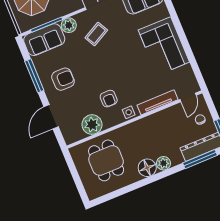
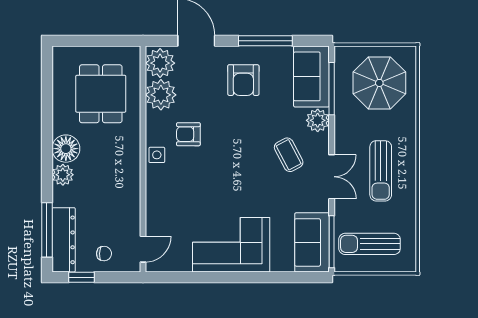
door: (188, 97) -> (143, 249), swing flipped
tv unit: (158, 102) -> (154, 202), removed
plant: (73, 133) -> (160, 63), added
dining table: (106, 160) -> (101, 94), turned 90

